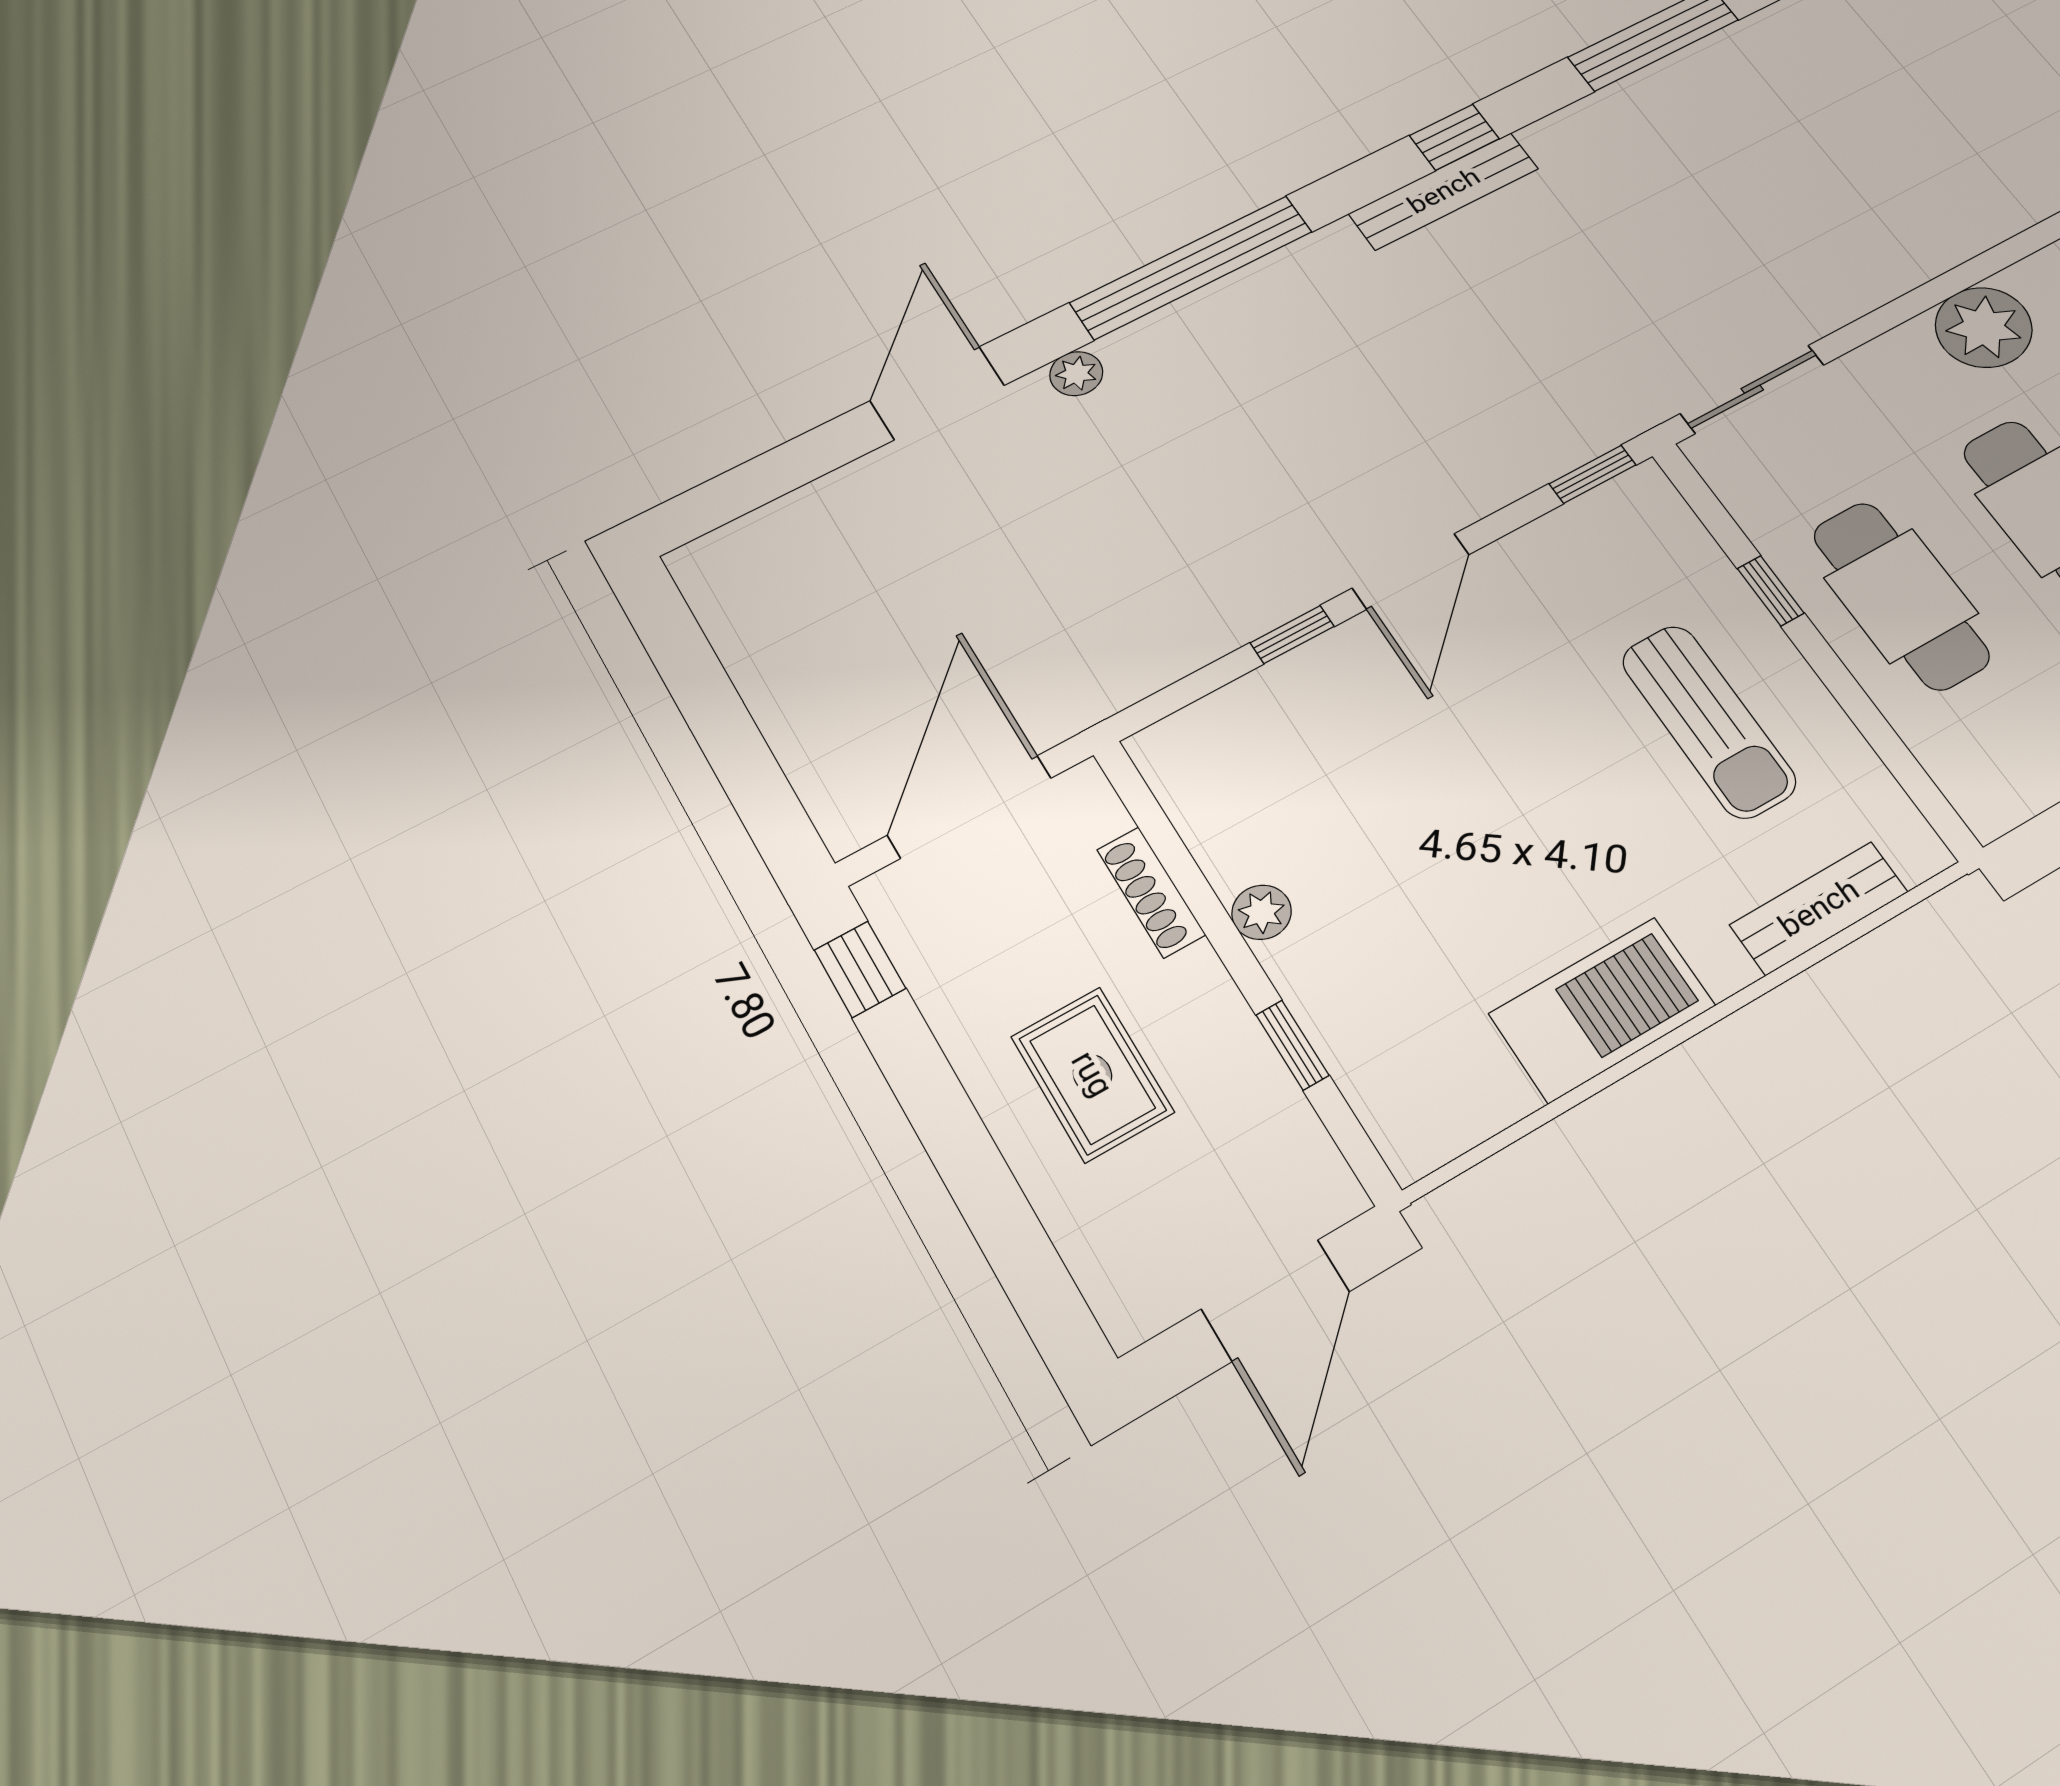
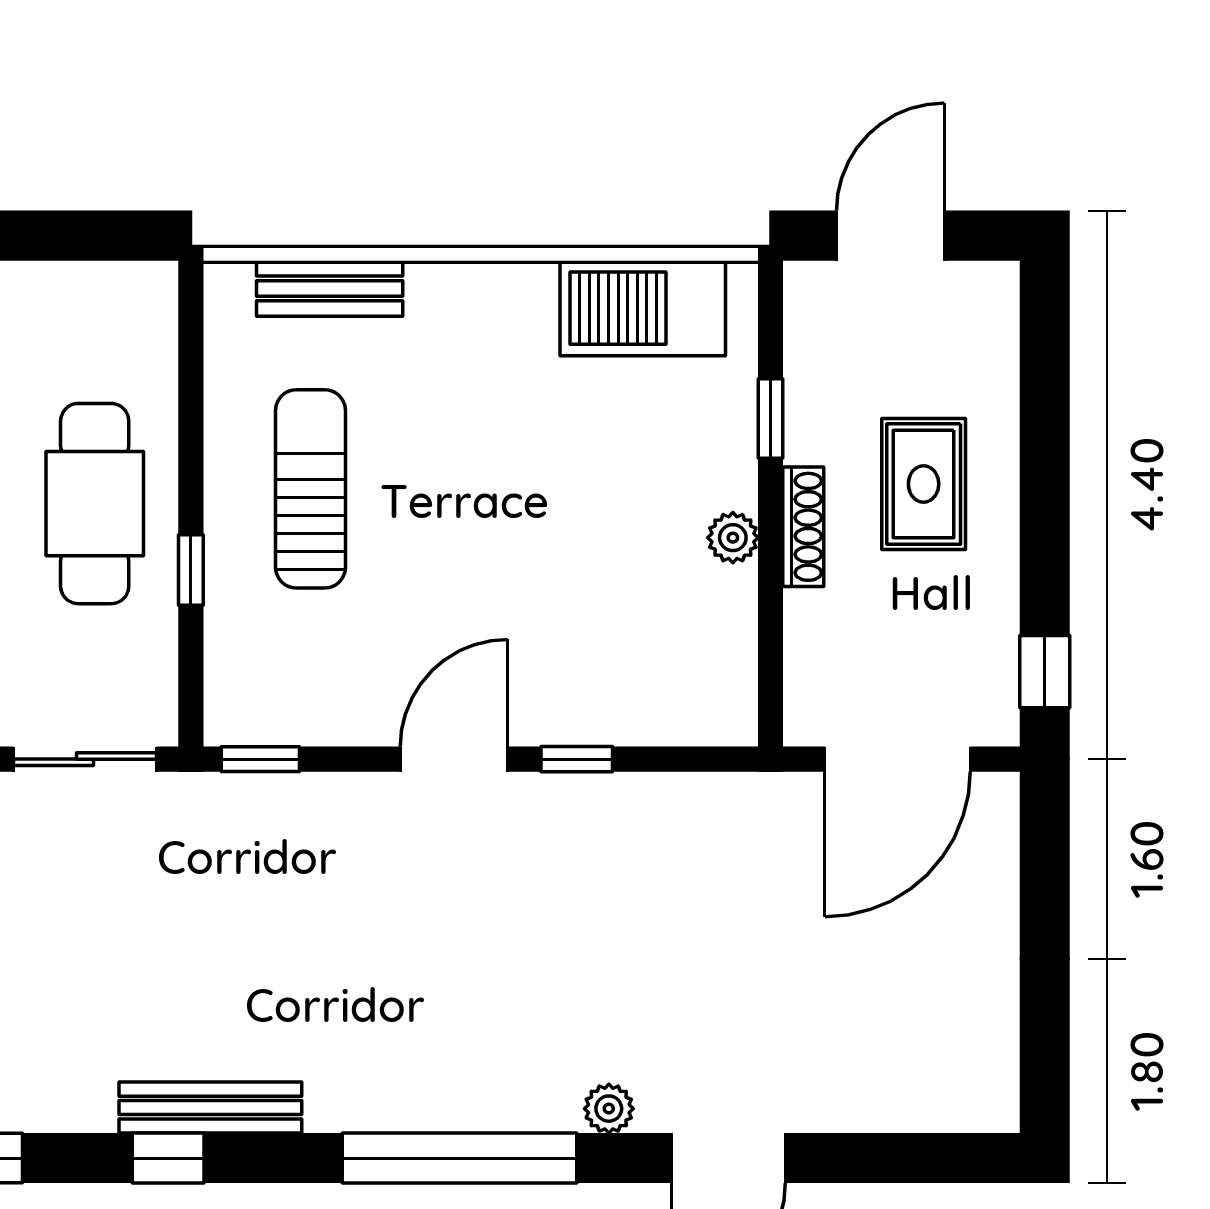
shoe rack: (1151, 892) -> (803, 527), moved
barbecue: (1602, 1010) -> (643, 308), moved

